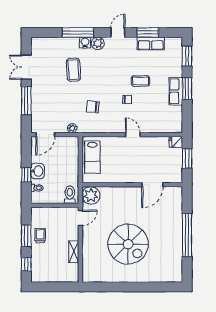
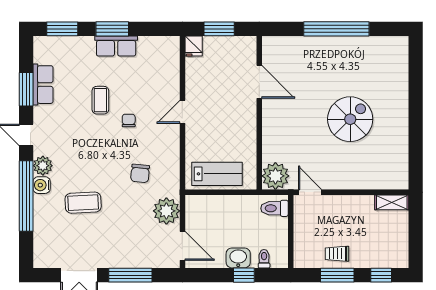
window: (78, 33) -> (26, 196), width x1.46
plant: (72, 128) -> (166, 211), width x1.87, depth x1.87
spiral stairs: (128, 244) -> (350, 119), width x0.73, depth x0.73
shelving: (74, 252) -> (392, 202), moved

